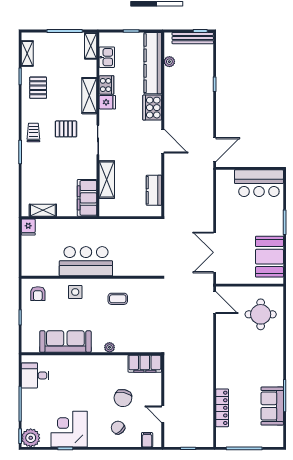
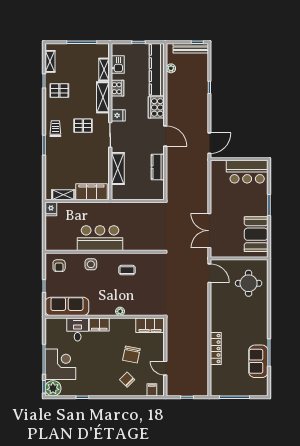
shelving: (91, 46) -> (104, 69), moved
pallet: (38, 88) -> (59, 91), turned 90
fridge: (107, 102) -> (118, 115), moved
kitchen counter: (154, 190) -> (158, 167), moved
filing cabinet: (87, 198) -> (91, 192), moved, turned 90
sofa: (65, 342) -> (67, 306), moved
filing cabinet: (85, 363) -> (99, 324), added
desk: (35, 375) -> (78, 330), moved, turned 90
locker: (222, 408) -> (216, 349), moved
corner desk: (69, 429) -> (60, 364), moved, turned 90

